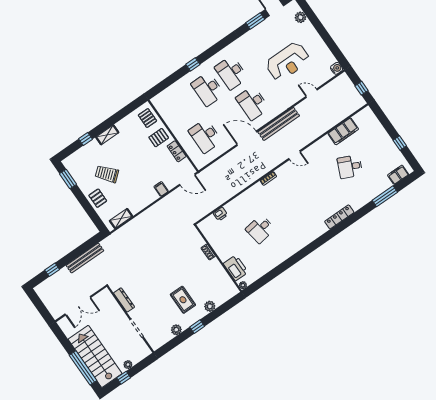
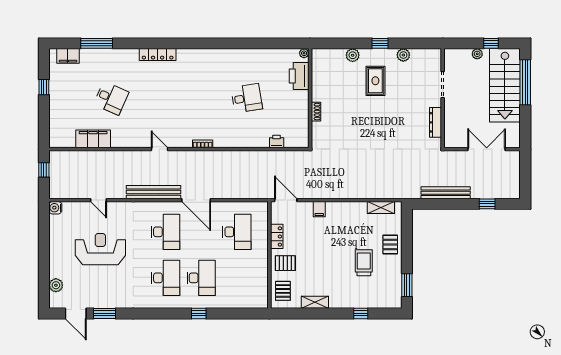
shelving: (107, 135) -> (315, 302), moved
trolley: (107, 174) -> (364, 263), turned -140

